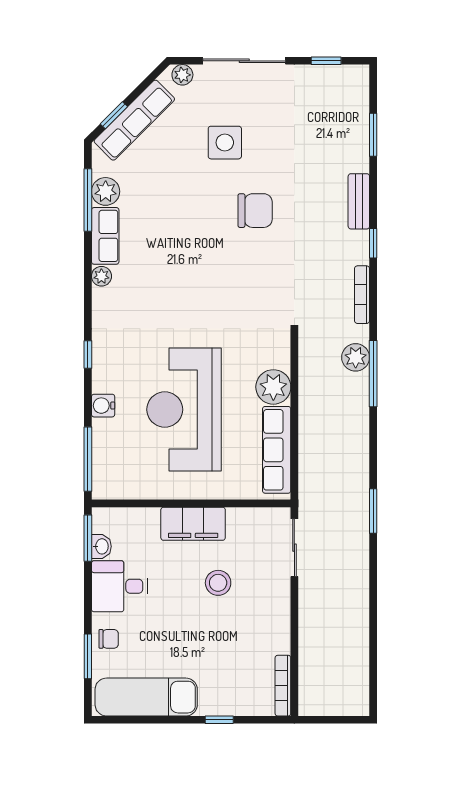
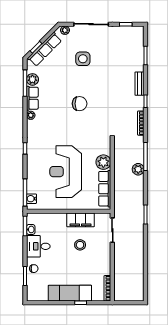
chair: (255, 211) -> (80, 104), moved
plant: (356, 357) -> (138, 169), moved
water cooler: (103, 406) -> (31, 199), moved
filing cabinet: (193, 524) -> (81, 220), moved
exam couch: (146, 697) -> (70, 293), moved

